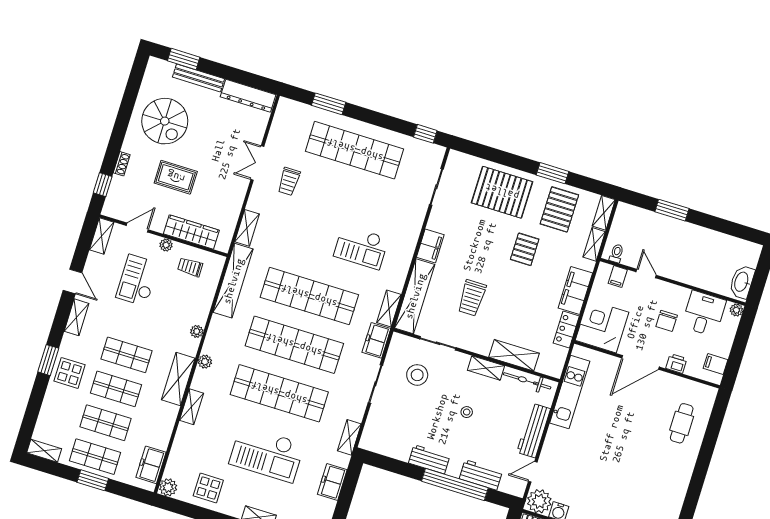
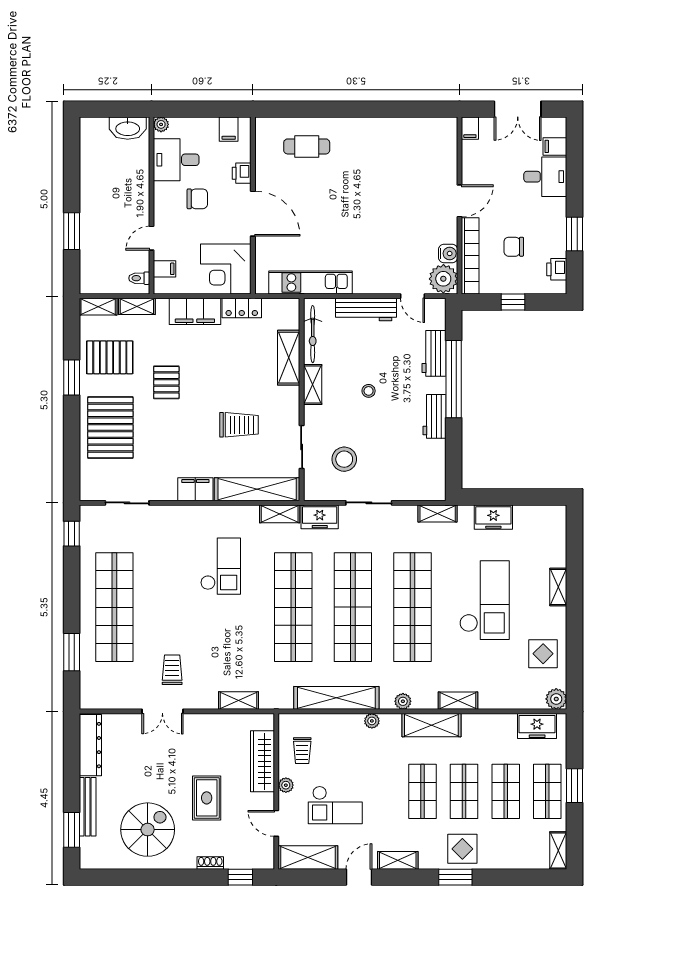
trolley: (289, 181) -> (172, 670), turned -90
shelving: (102, 236) -> (308, 857), width x1.50, depth x1.33
pallet: (525, 249) -> (166, 382), turned 90
shelving: (233, 281) -> (336, 698), moved

